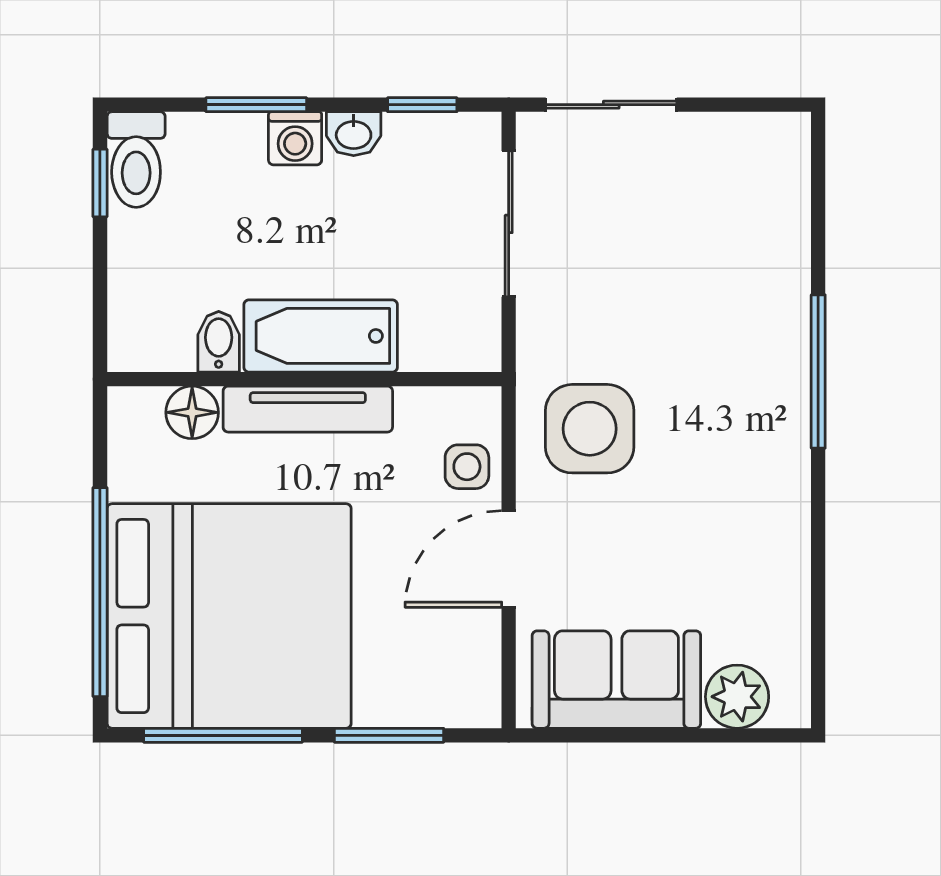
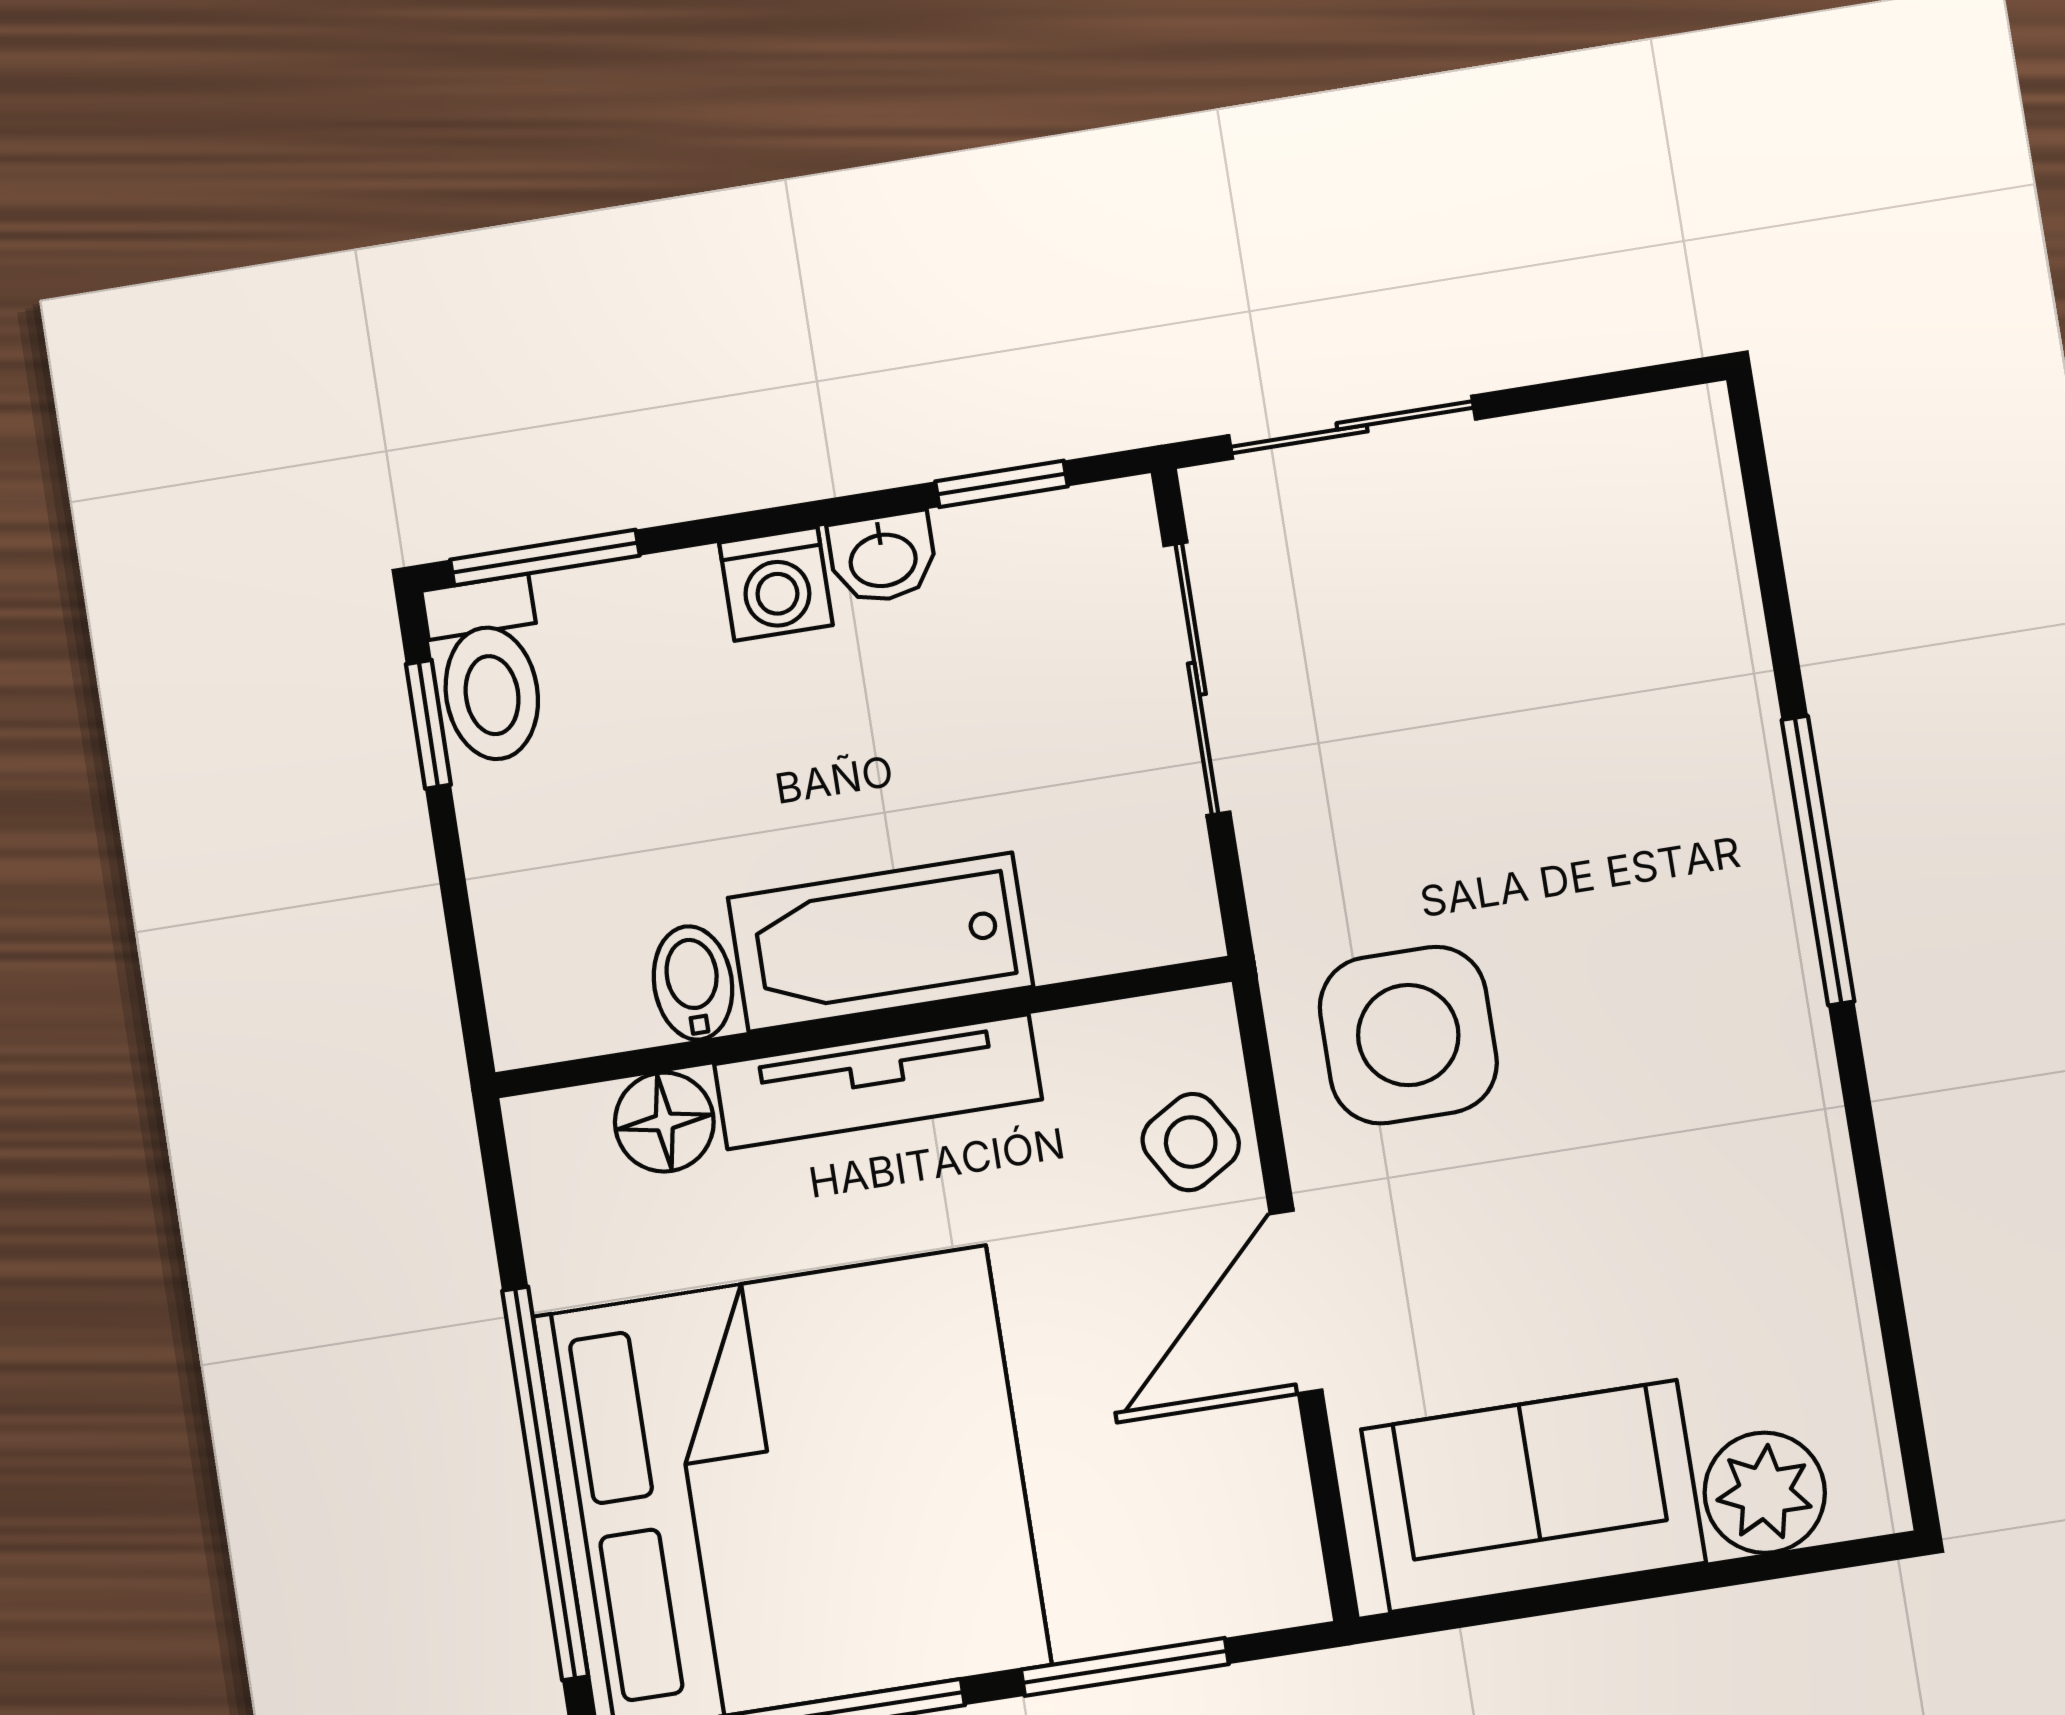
window: (256, 105) -> (545, 558), moved
side table: (467, 467) -> (1191, 1142), turned -31

